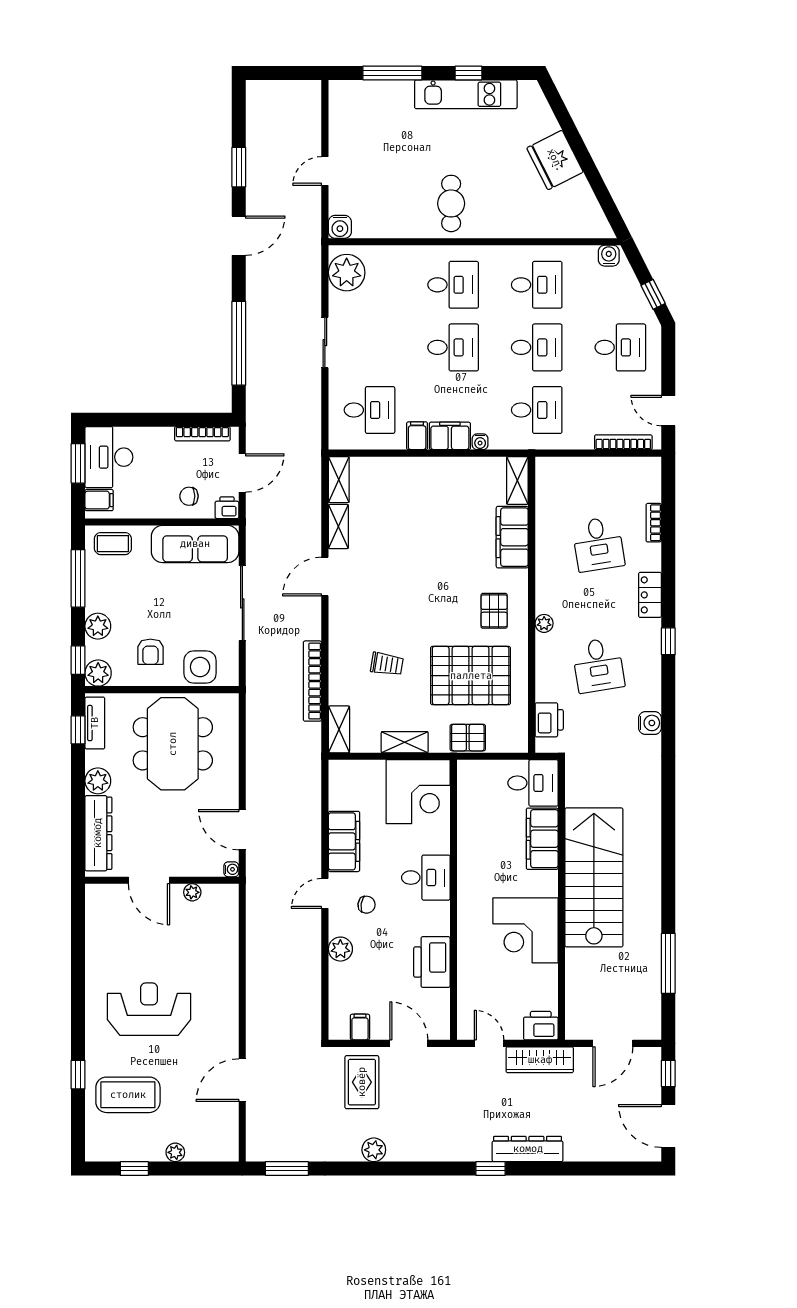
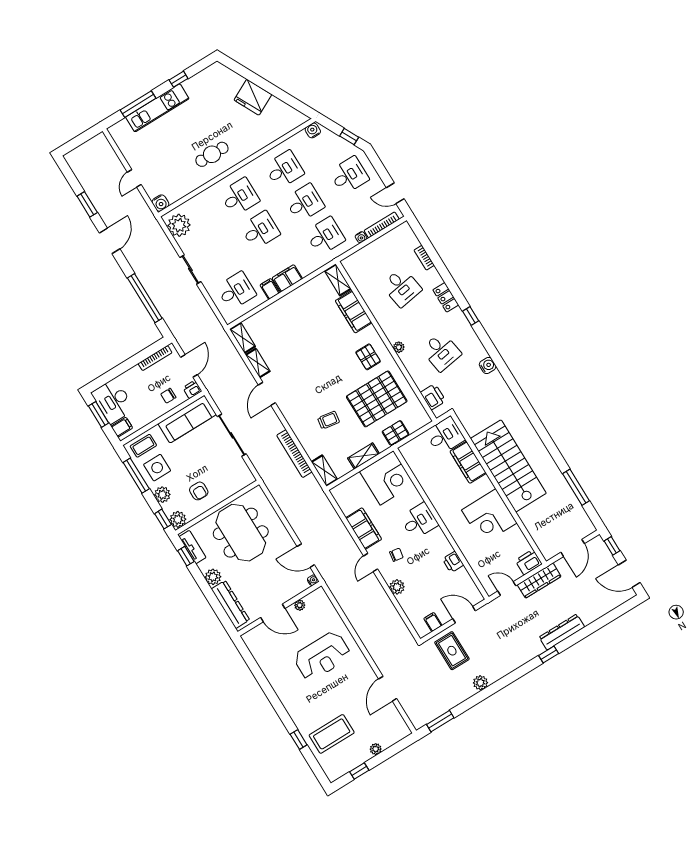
kitchen unit: (466, 94) -> (157, 108), moved
cafe table: (451, 203) -> (212, 154), turned 90
water cooler: (480, 442) -> (361, 237), moved
side table: (200, 667) -> (157, 468), moved
printer: (432, 962) -> (453, 562), width x0.53, depth x0.68
reception desk: (149, 1009) -> (322, 656), moved, turned 180

